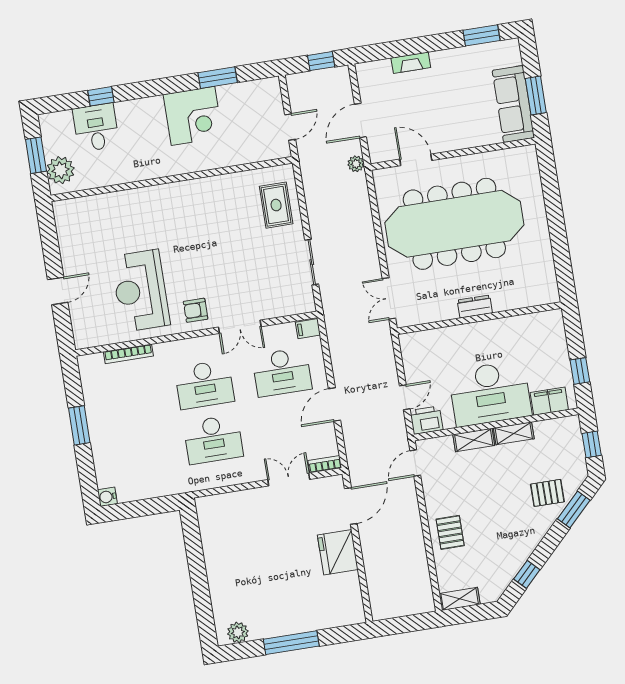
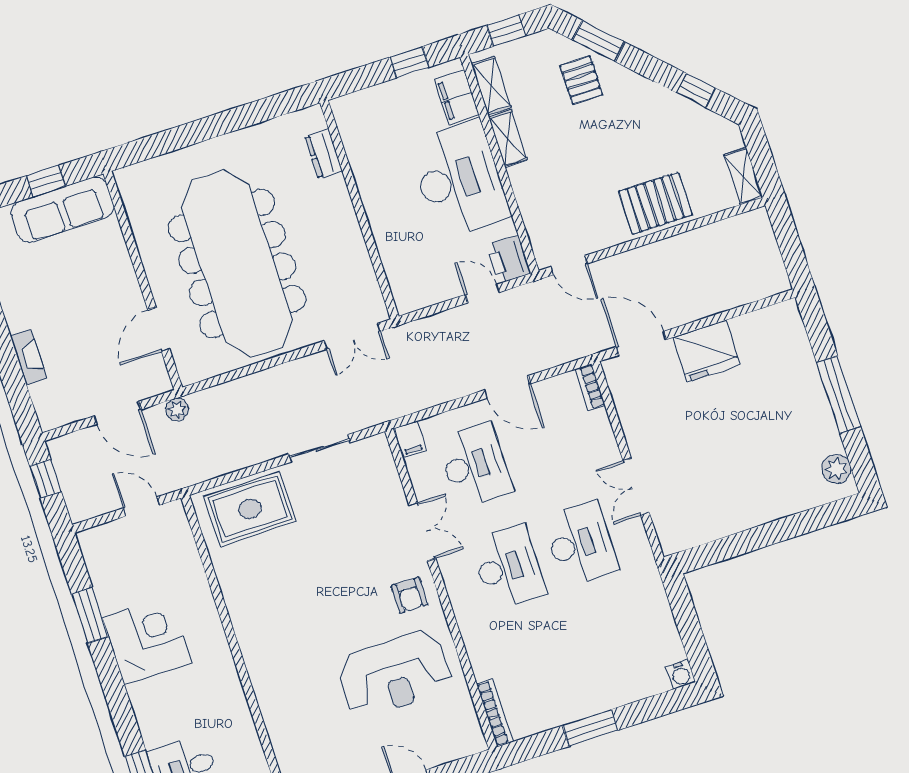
window: (536, 96) -> (46, 181), width x0.67
rug: (276, 205) -> (250, 509), width x1.36, depth x1.43
dresser: (475, 307) -> (324, 154), moved
bookcase: (128, 354) -> (495, 713), moved
shelving: (474, 440) -> (491, 85), moved
double door: (289, 479) -> (636, 487), moved
pallet: (450, 532) -> (655, 203), width x1.50, depth x1.42

